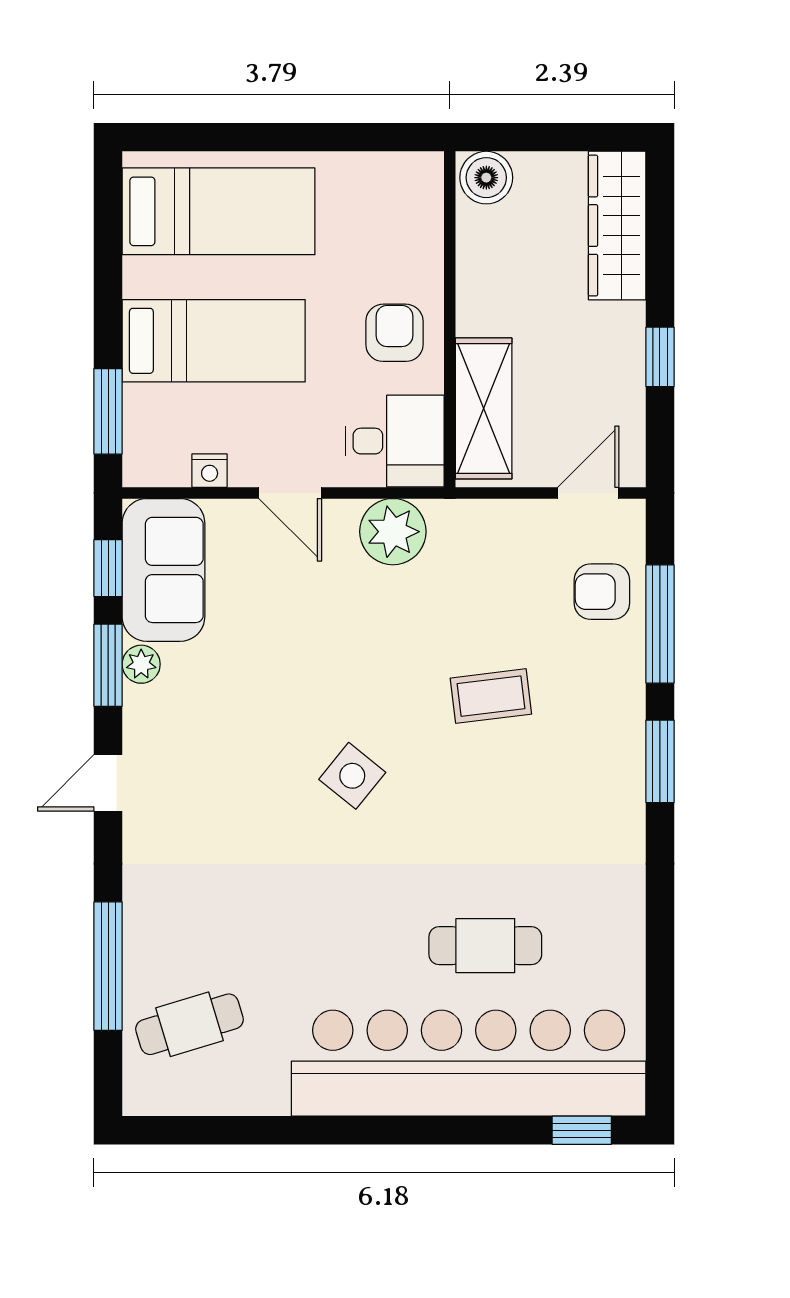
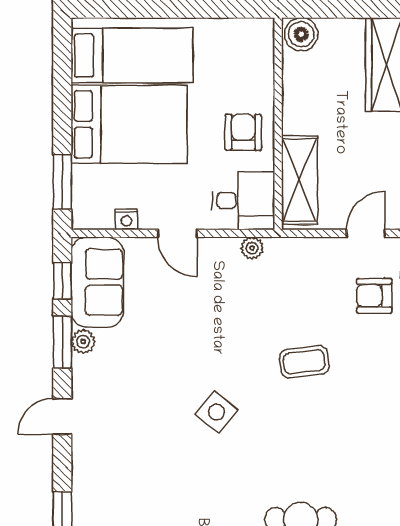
bed: (214, 341) -> (129, 124), width x1.50
plant: (393, 532) -> (252, 248), width x0.53, depth x0.53

